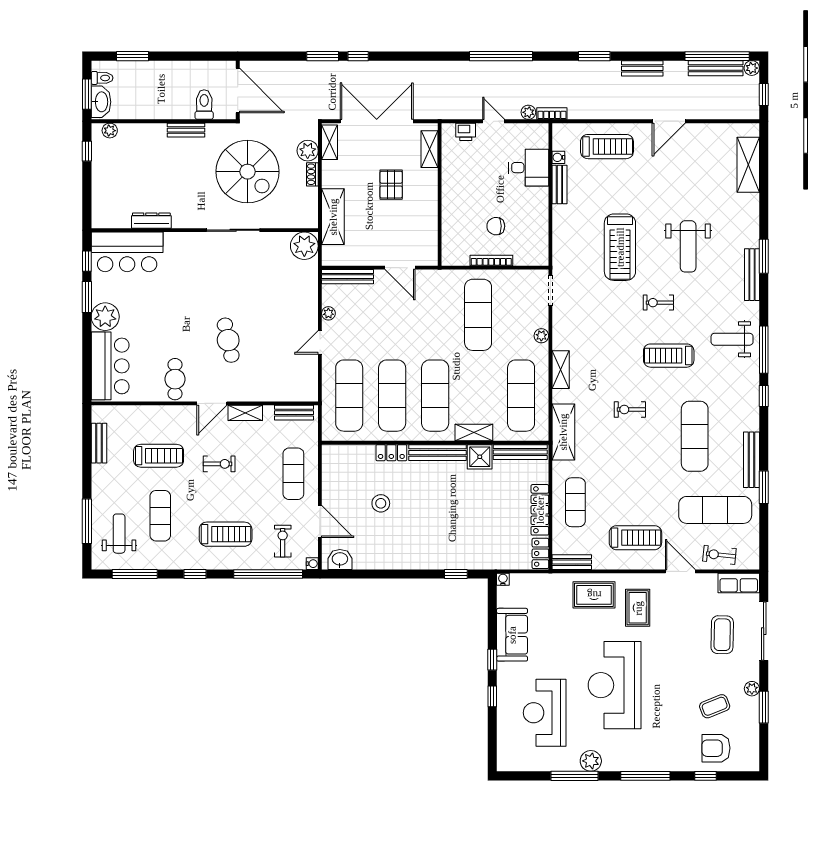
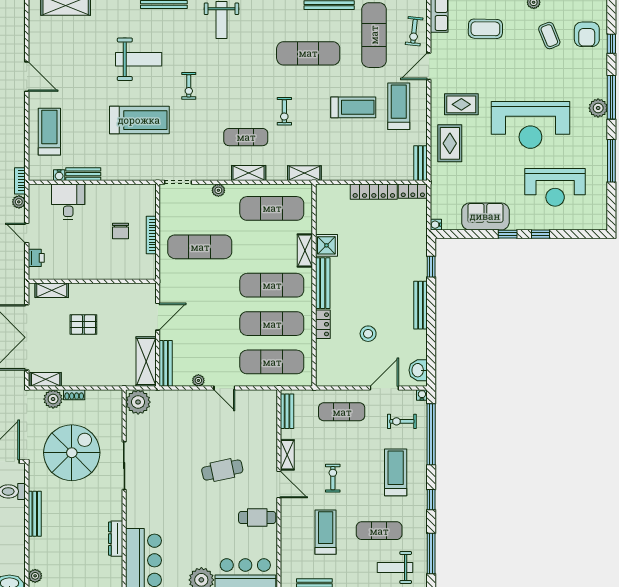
door: (494, 121) -> (27, 233), hinge flipped
bench: (186, 130) -> (35, 514), width x1.36
shelving: (333, 217) -> (146, 362), moved, turned 90
treadmill: (669, 356) -> (353, 107), moved, turned -90
shelving: (563, 432) -> (304, 173), width x0.67, depth x0.75
bench: (520, 452) -> (420, 305), moved
exercise mat: (575, 502) -> (246, 137), moved
plant: (591, 761) -> (598, 108), moved

